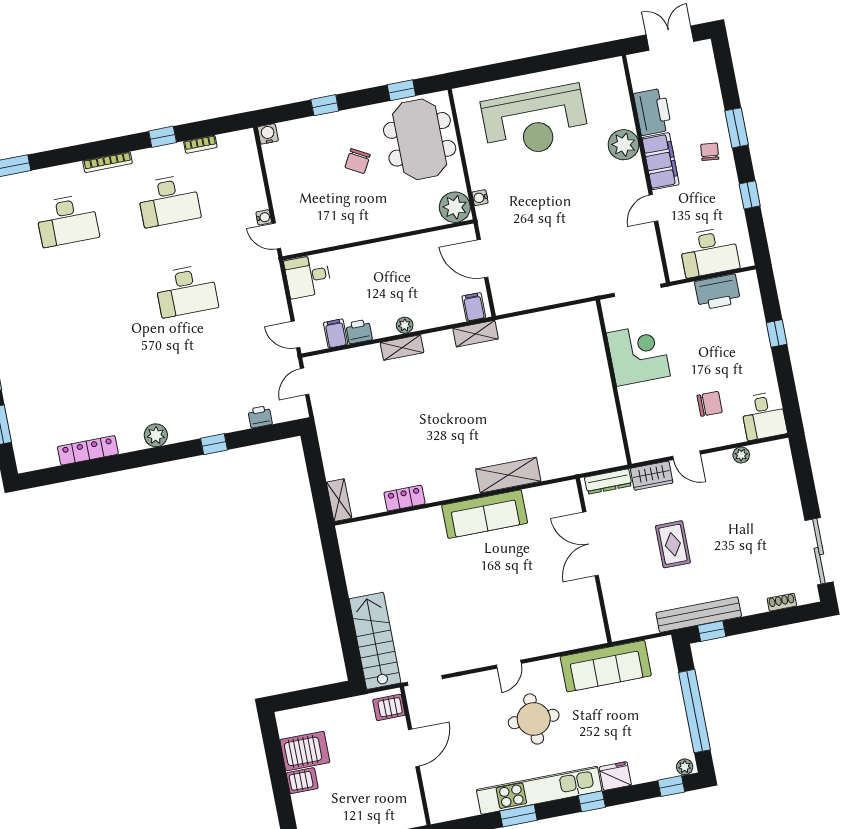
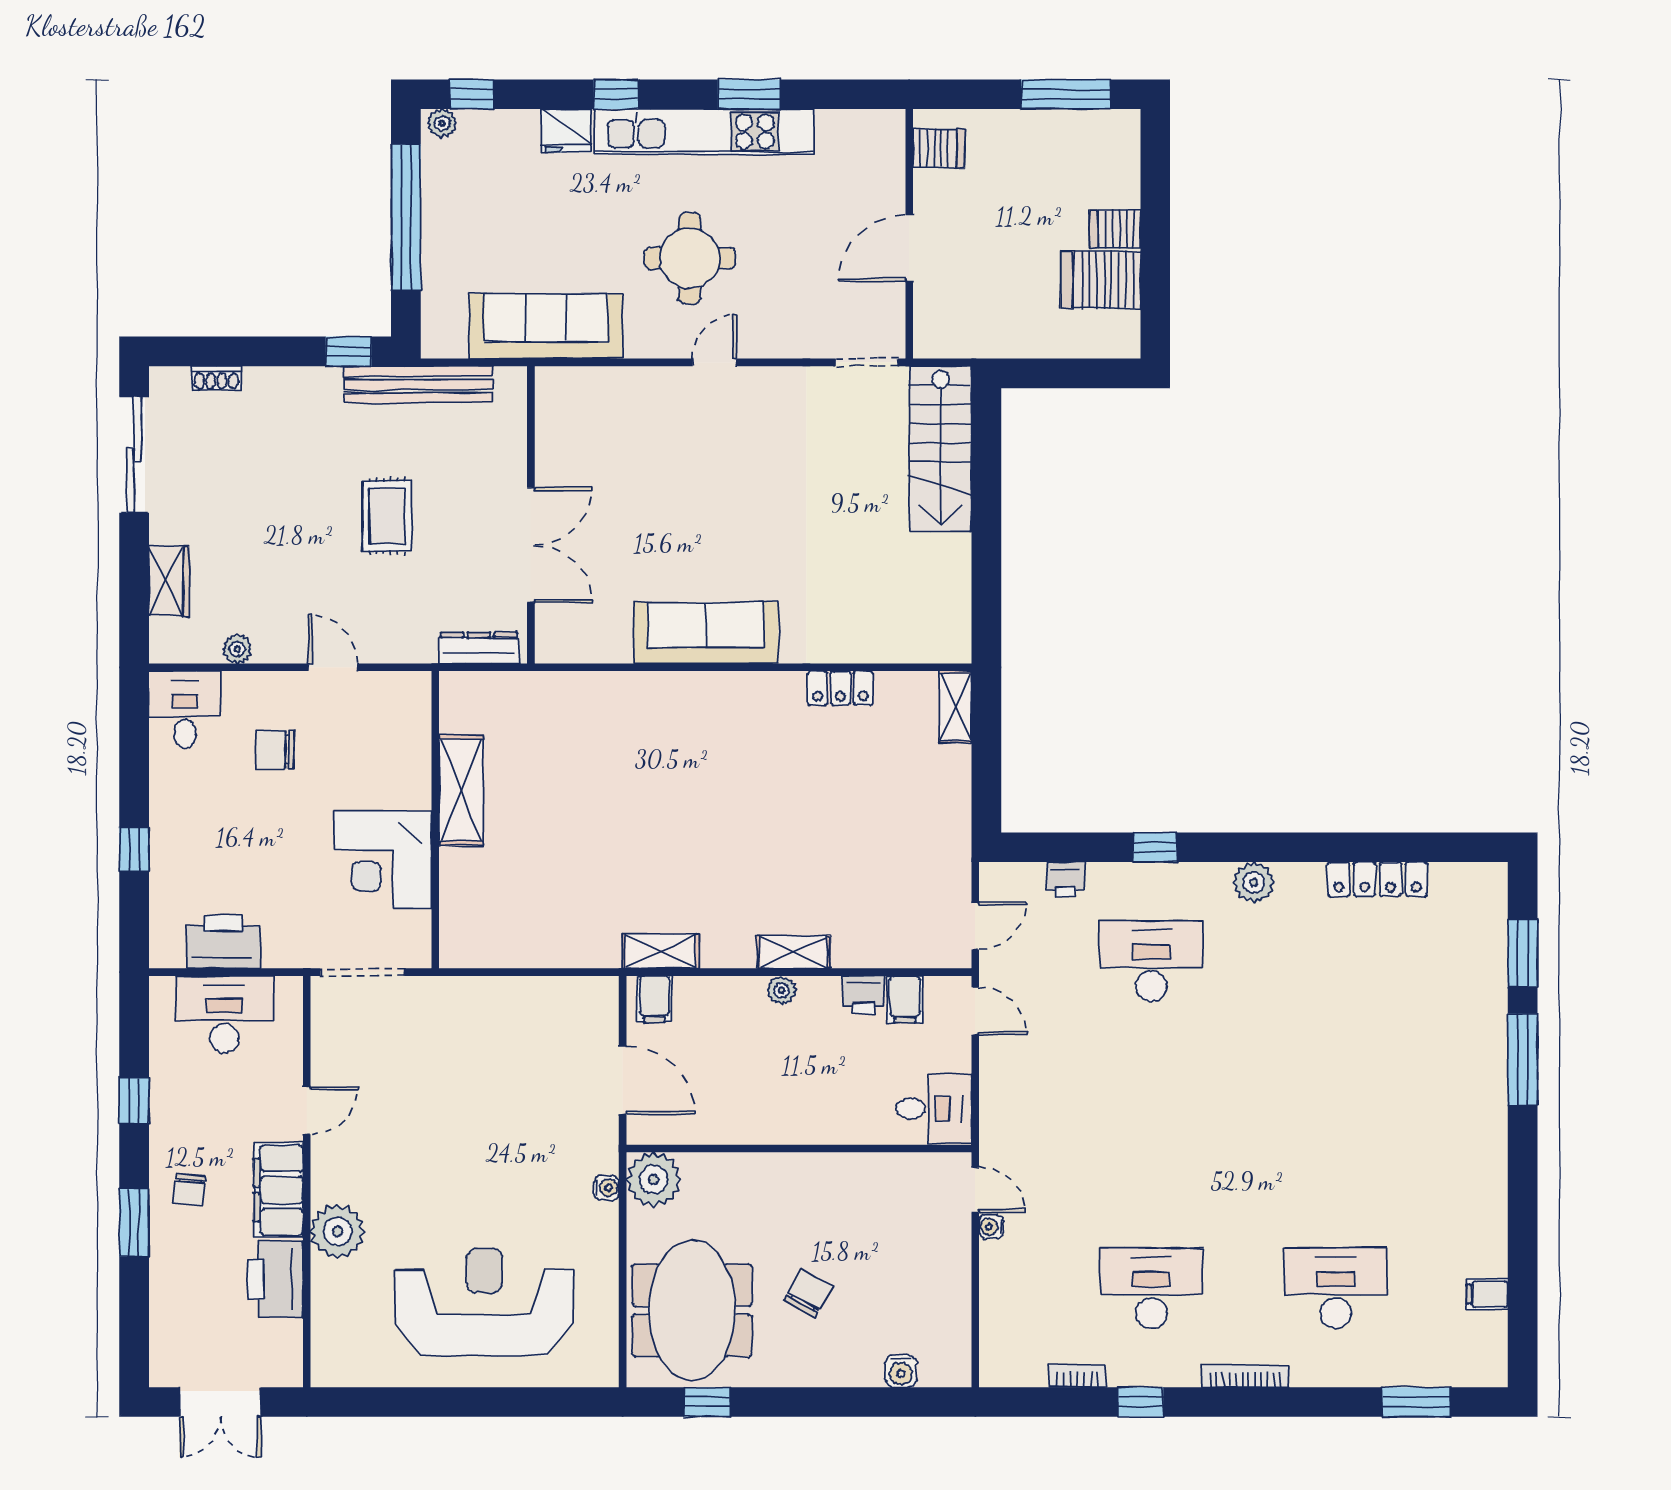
window: (325, 105) -> (846, 1402), removed
water cooler: (268, 134) -> (901, 1371), moved
desk: (186, 291) -> (1151, 961), moved
shelving: (508, 475) -> (461, 790), moved, turned 90
wardrobe: (652, 476) -> (169, 581), moved, turned 90
bench: (699, 615) -> (418, 385), moved
server rack: (389, 707) -> (939, 149), moved

